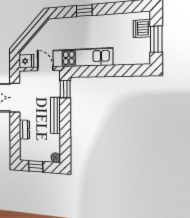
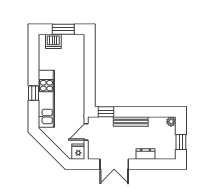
kitchen unit: (82, 57) -> (46, 99), moved, turned 180

